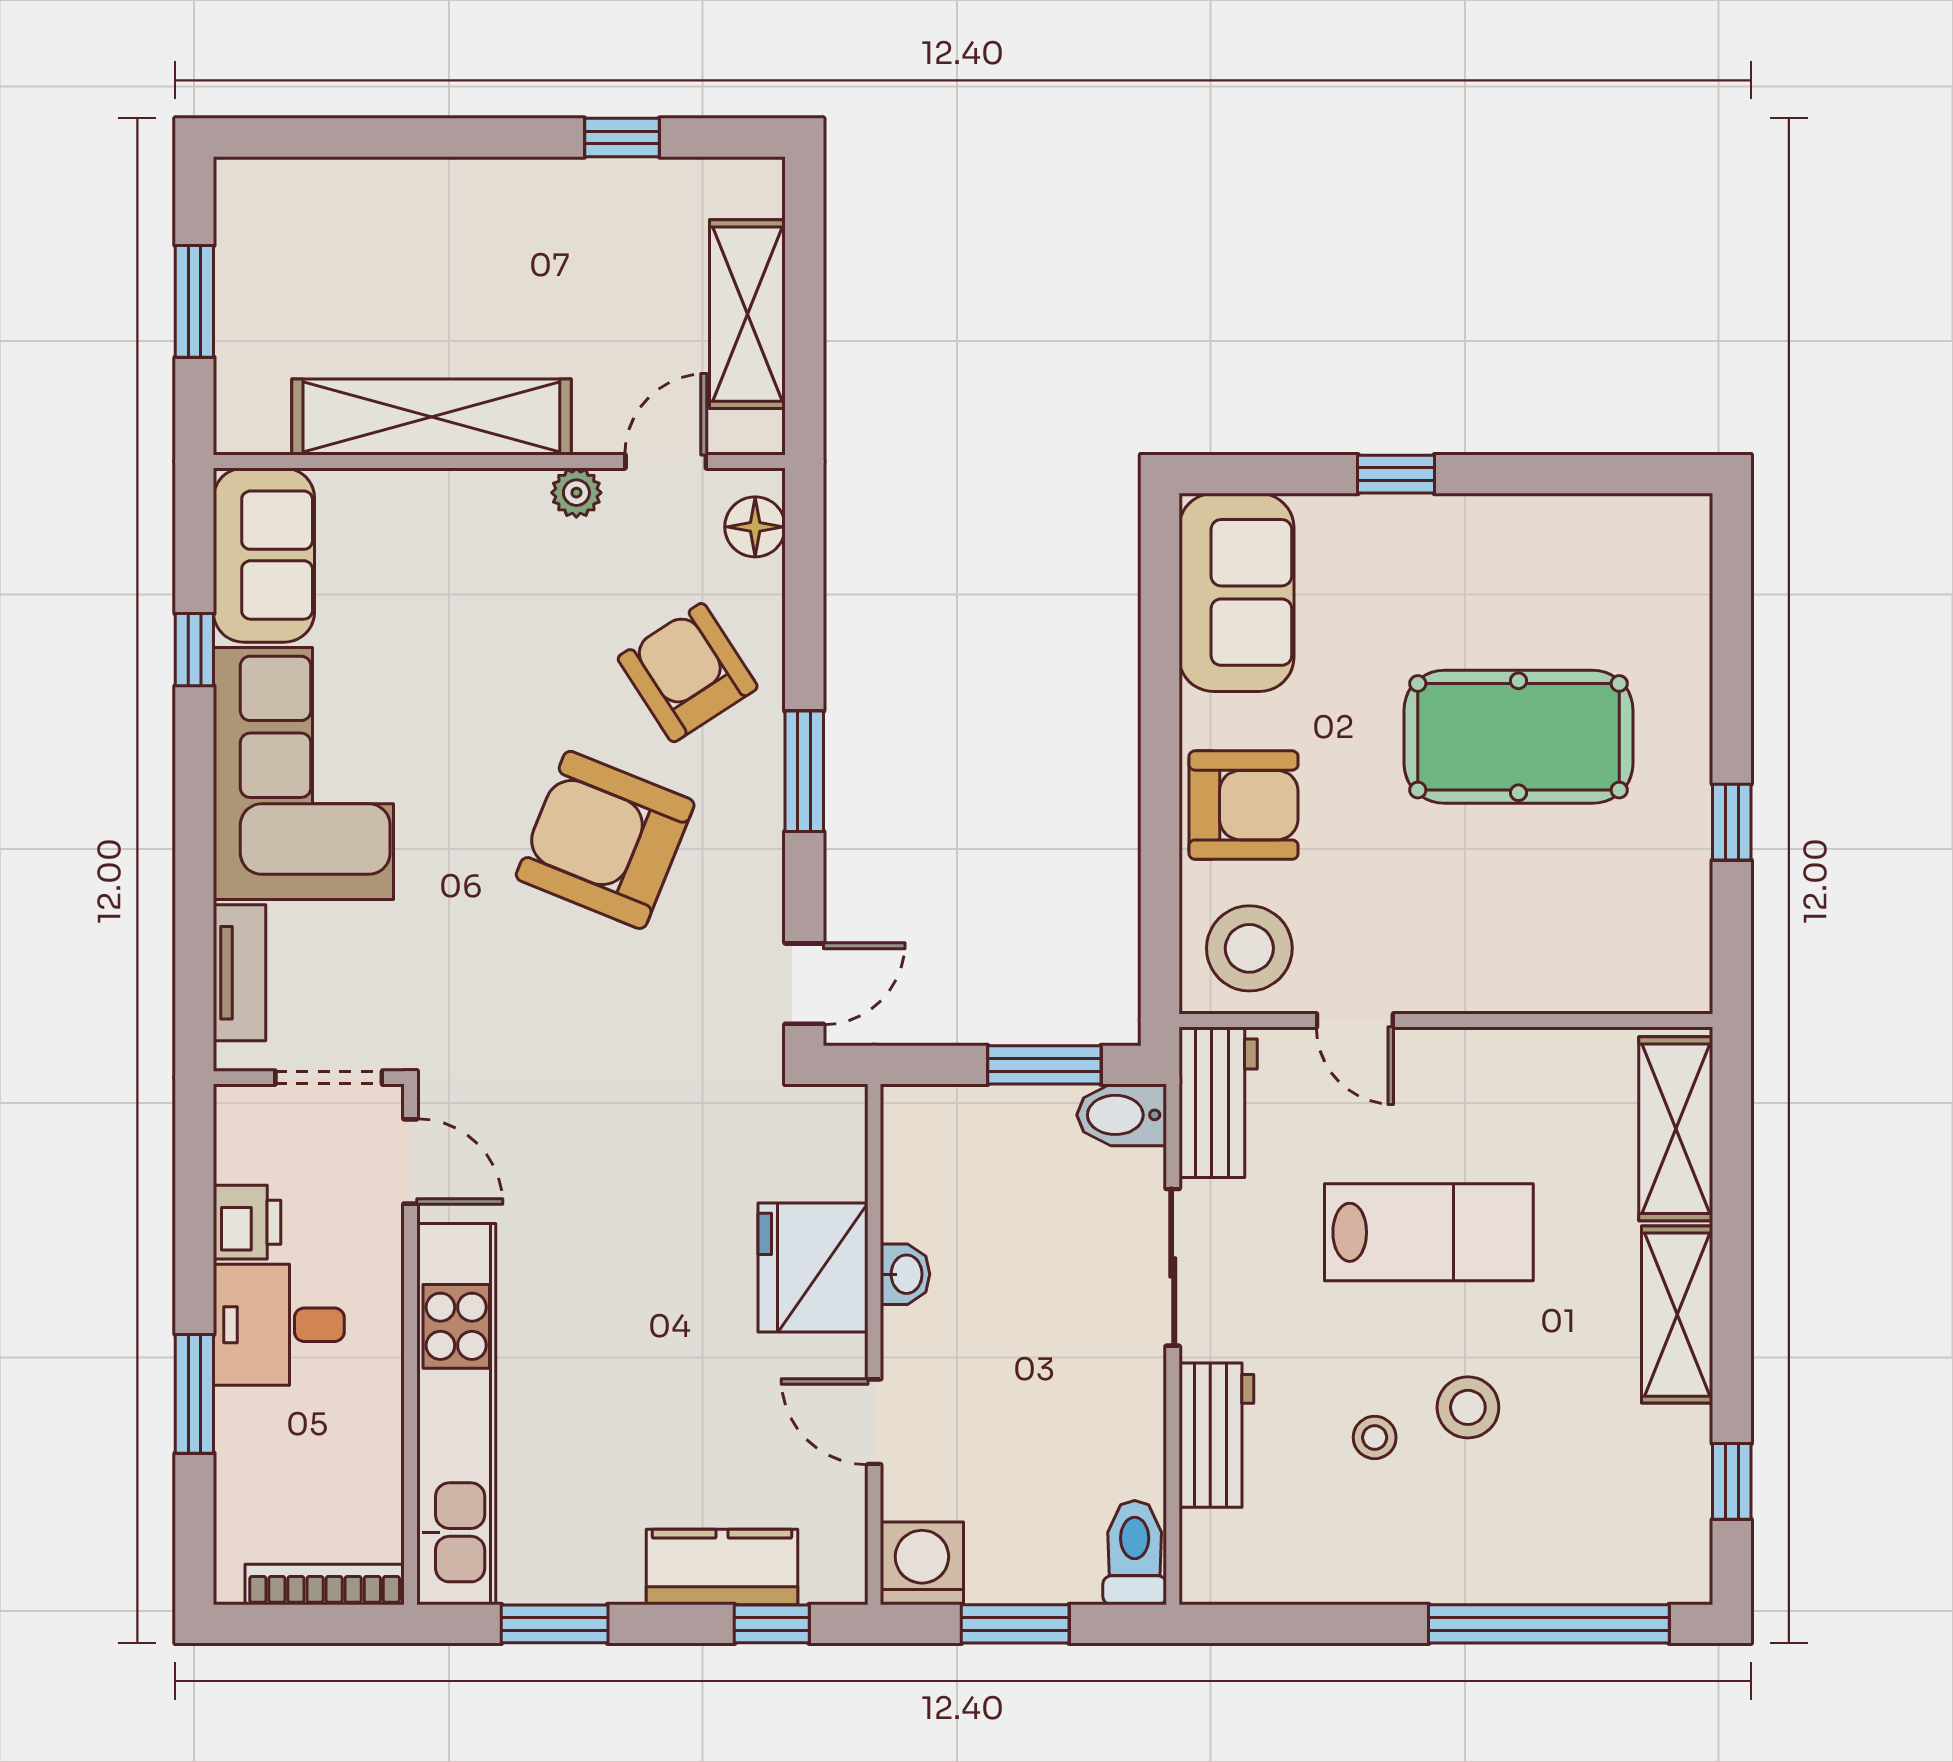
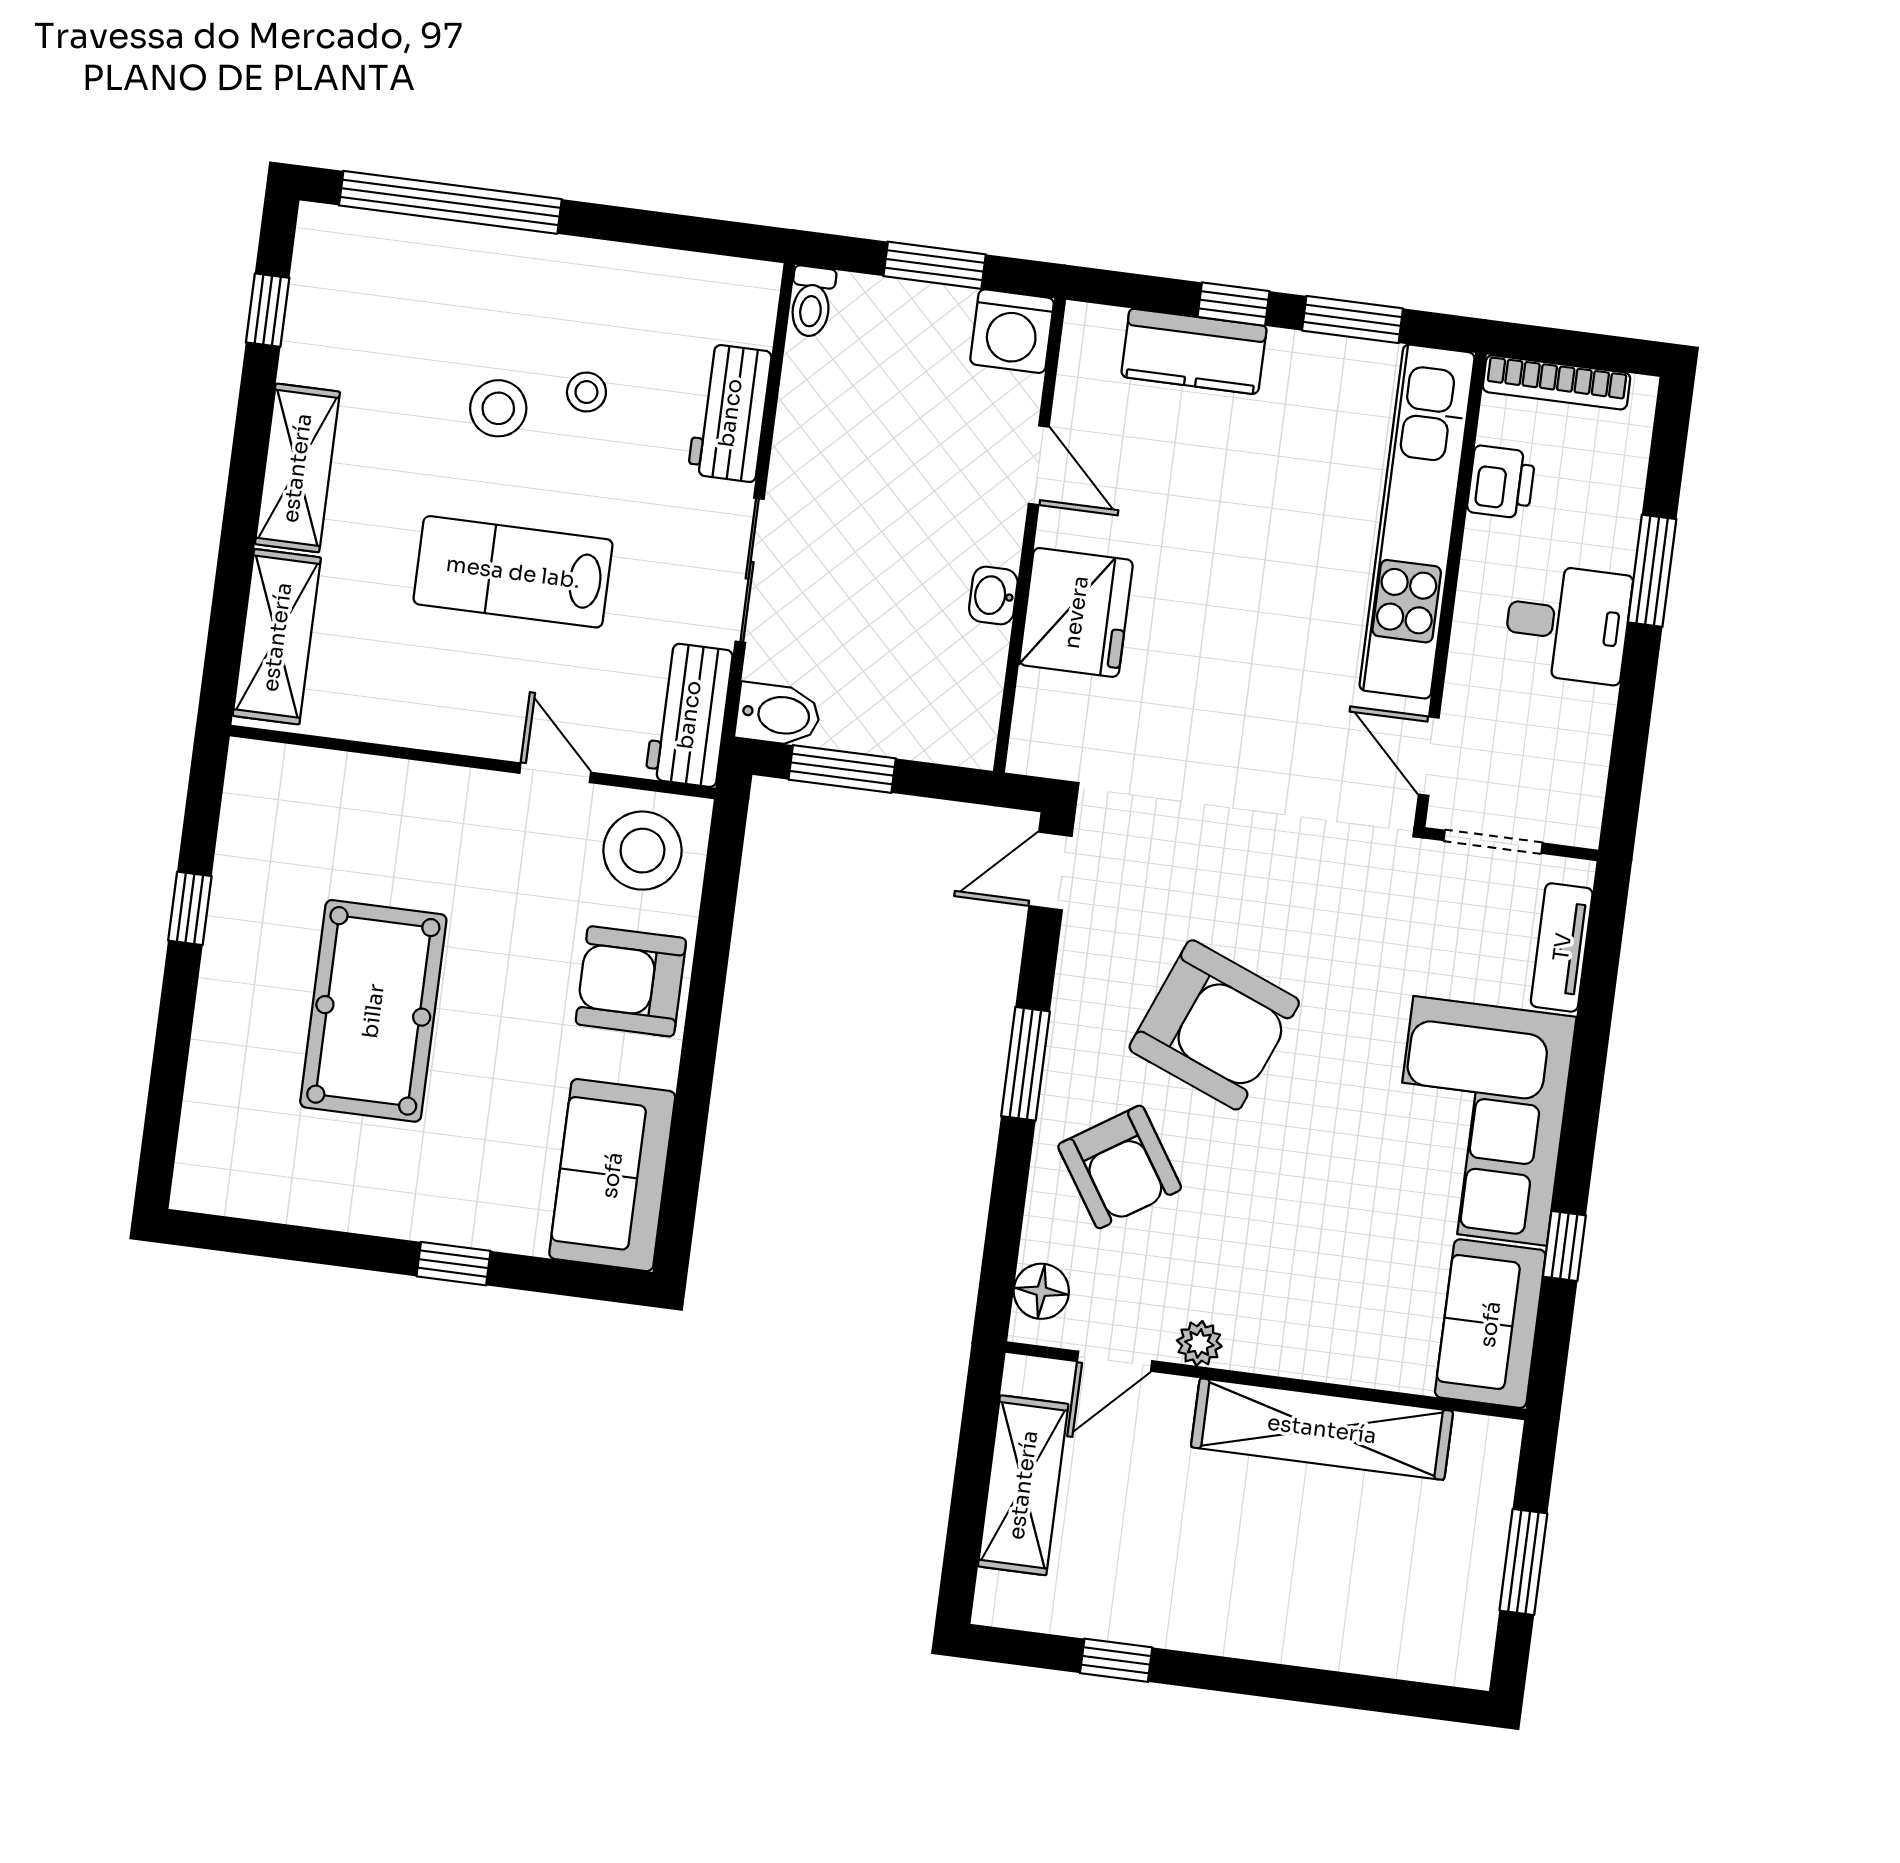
pool table: (1518, 737) -> (373, 1011), turned 90
printer: (247, 1222) -> (1501, 482), moved, turned 180
toilet: (1135, 1553) -> (812, 302), width x0.73, depth x0.72
window: (772, 1624) -> (1234, 304), moved

